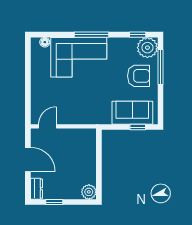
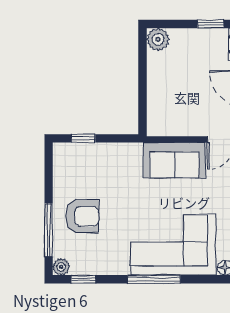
plant: (147, 48) -> (61, 267), width x0.53, depth x0.53
armchair: (139, 76) -> (82, 216), turned 180
sofa: (132, 113) -> (174, 160), moved

